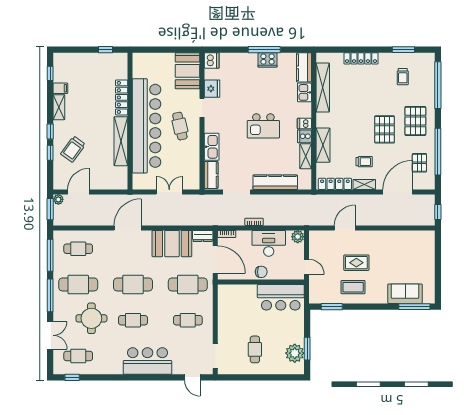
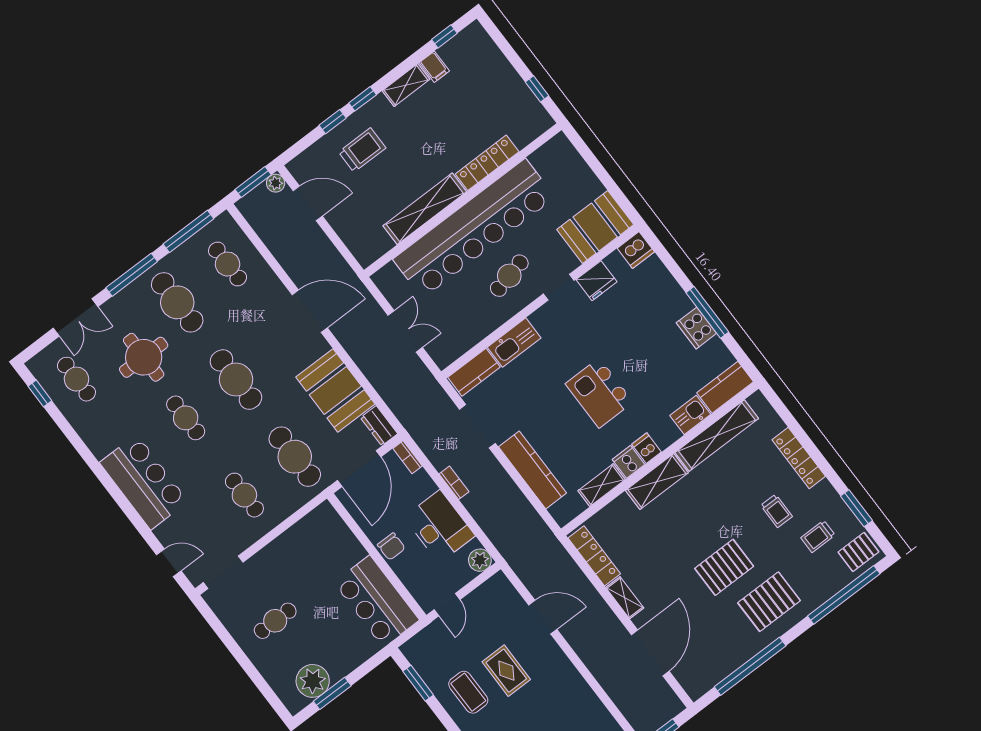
shelving: (323, 145) -> (657, 482), moved
trolley: (73, 149) -> (362, 150), turned 144
trolley: (364, 162) -> (777, 511), moved
pallet: (419, 163) -> (858, 552), moved
door: (398, 192) -> (650, 653), hinge flipped
door: (192, 377) -> (169, 563), swing flipped

